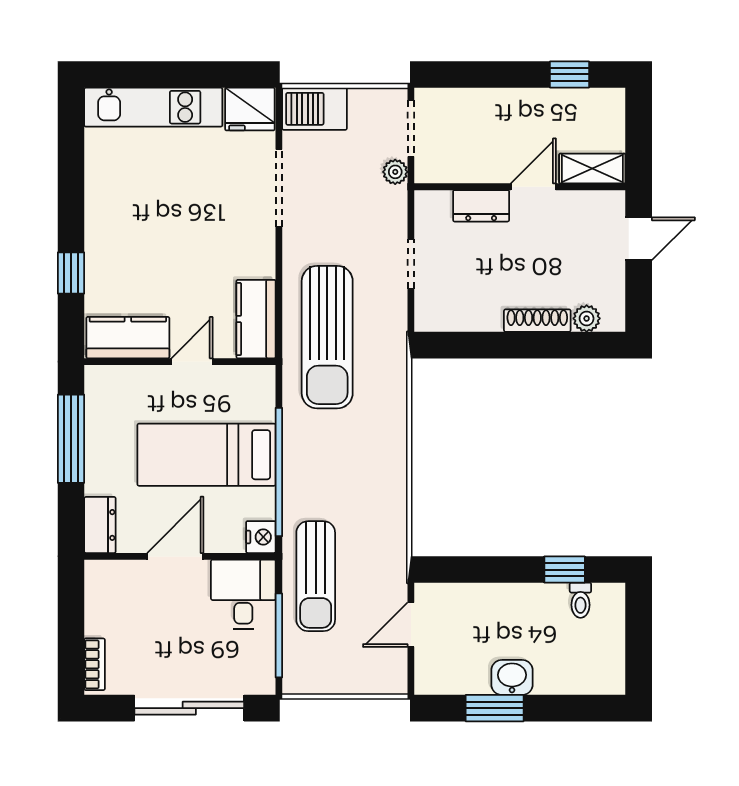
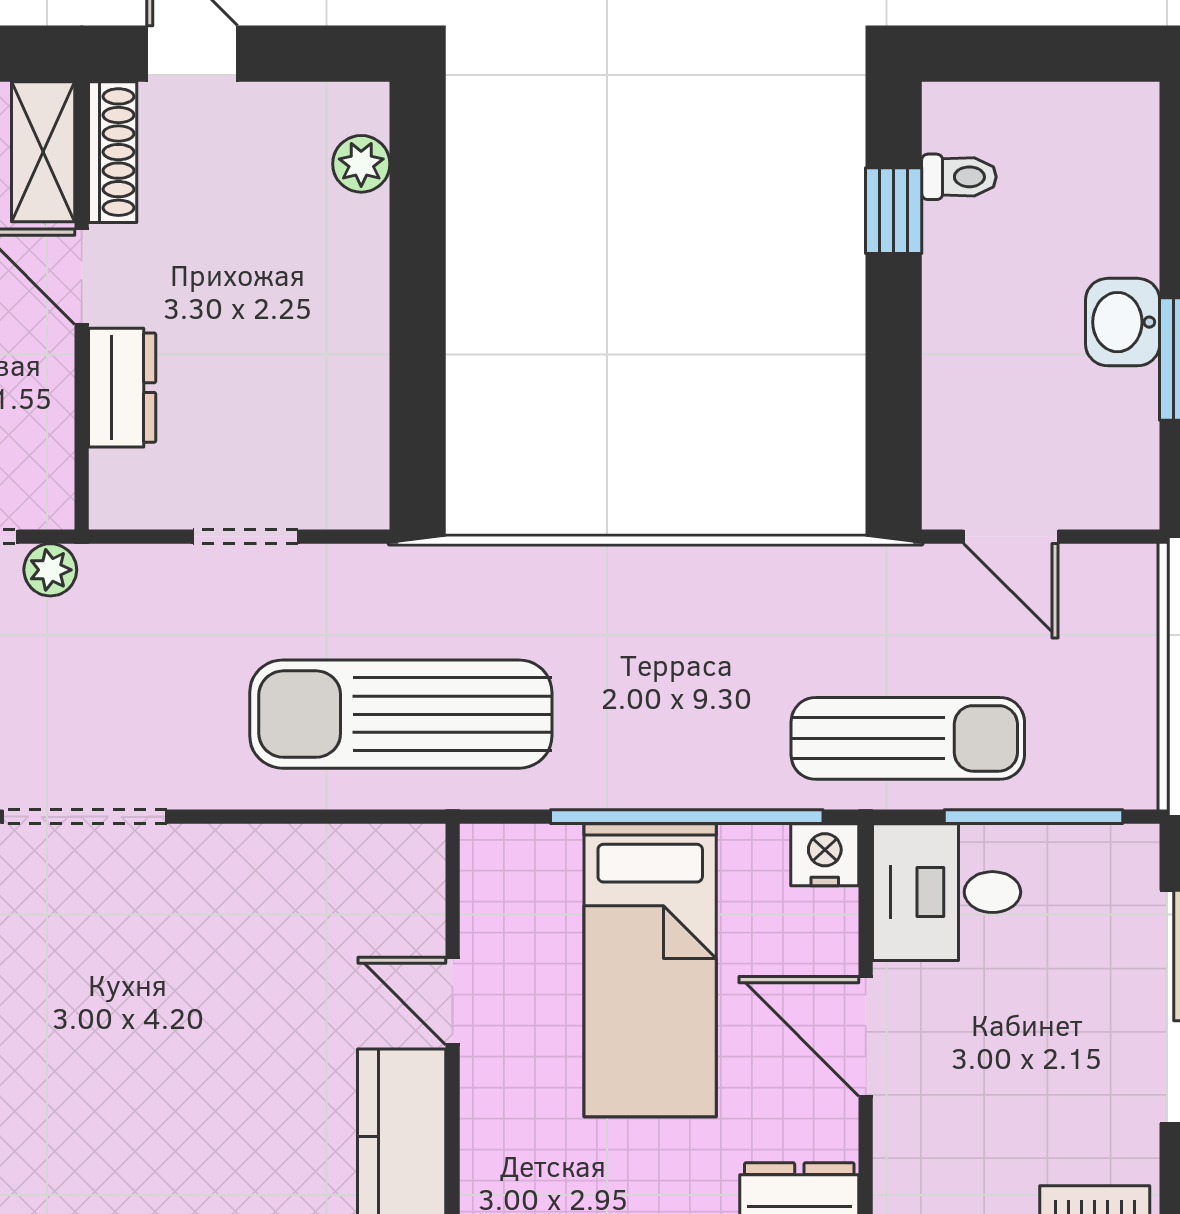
kitchen counter: (256, 319) -> (362, 865), removed
shoe rack: (537, 321) -> (113, 152), moved, turned 180
sun lounger: (327, 337) -> (401, 714), turned 180

